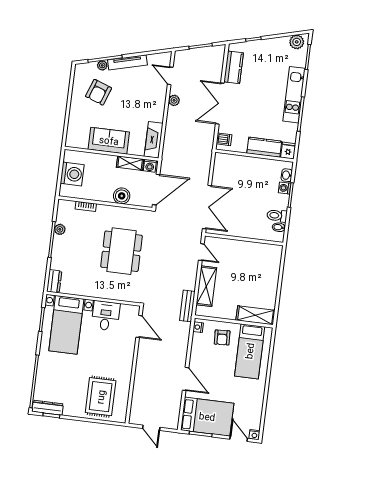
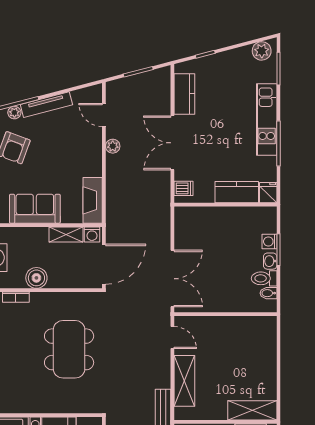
washbasin: (287, 175) -> (270, 261), moved
boiler: (122, 196) -> (36, 278), moved

